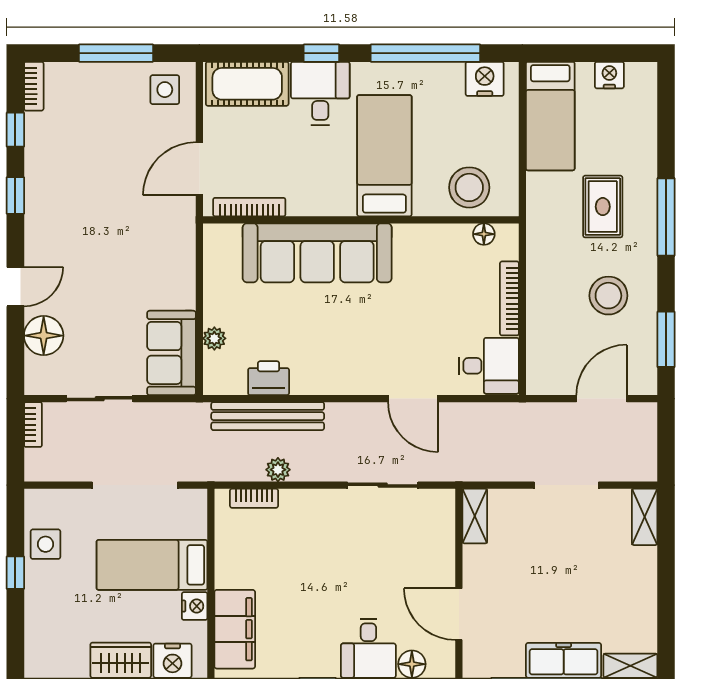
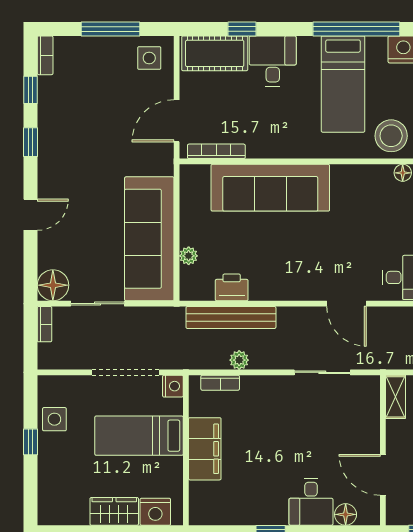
window: (321, 53) -> (242, 29), moved
bed: (384, 156) -> (343, 84), moved, turned 180
floor lamp: (44, 336) -> (53, 285), moved
sofa: (171, 353) -> (149, 239), width x1.85, depth x1.27
nightstand: (195, 606) -> (173, 386), moved
filing cabinet: (235, 629) -> (205, 449), moved

